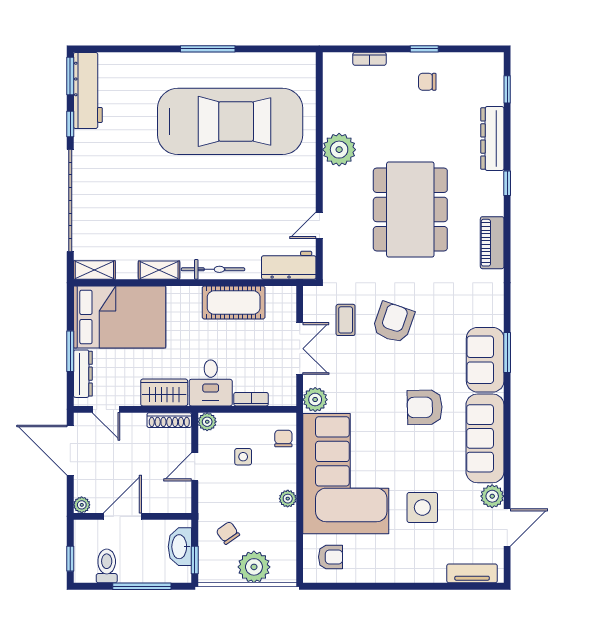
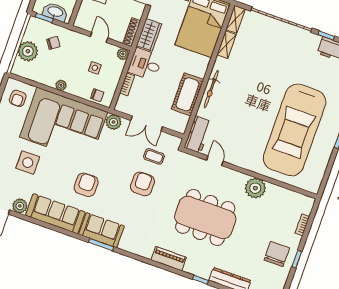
chair: (427, 82) -> (277, 254), width x1.87, depth x1.87
shelving: (159, 270) -> (226, 45), moved
armchair: (393, 322) -> (142, 184), turned -109

